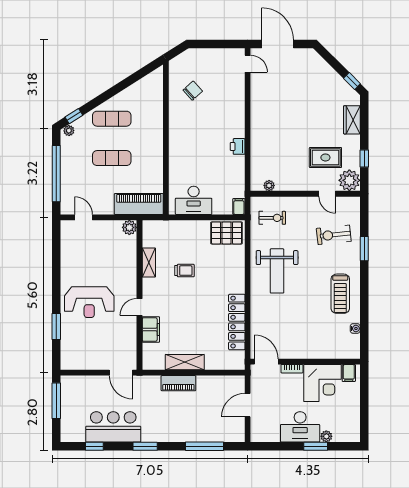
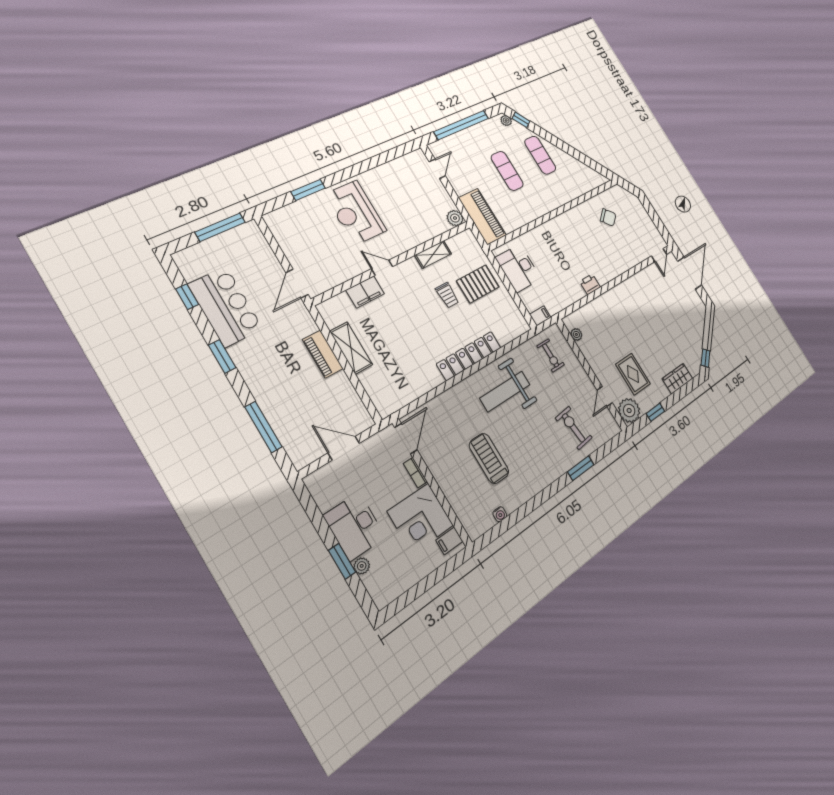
pallet: (227, 233) -> (478, 284), moved, turned 90
treadmill: (340, 294) -> (489, 458), moved, turned 90
locker: (237, 322) -> (469, 356), moved

